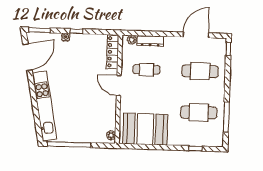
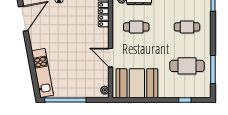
cafe table: (200, 71) -> (187, 27), width x0.73, depth x0.74
door: (119, 85) -> (111, 58), moved
kitchen unit: (44, 106) -> (42, 73), width x0.73

